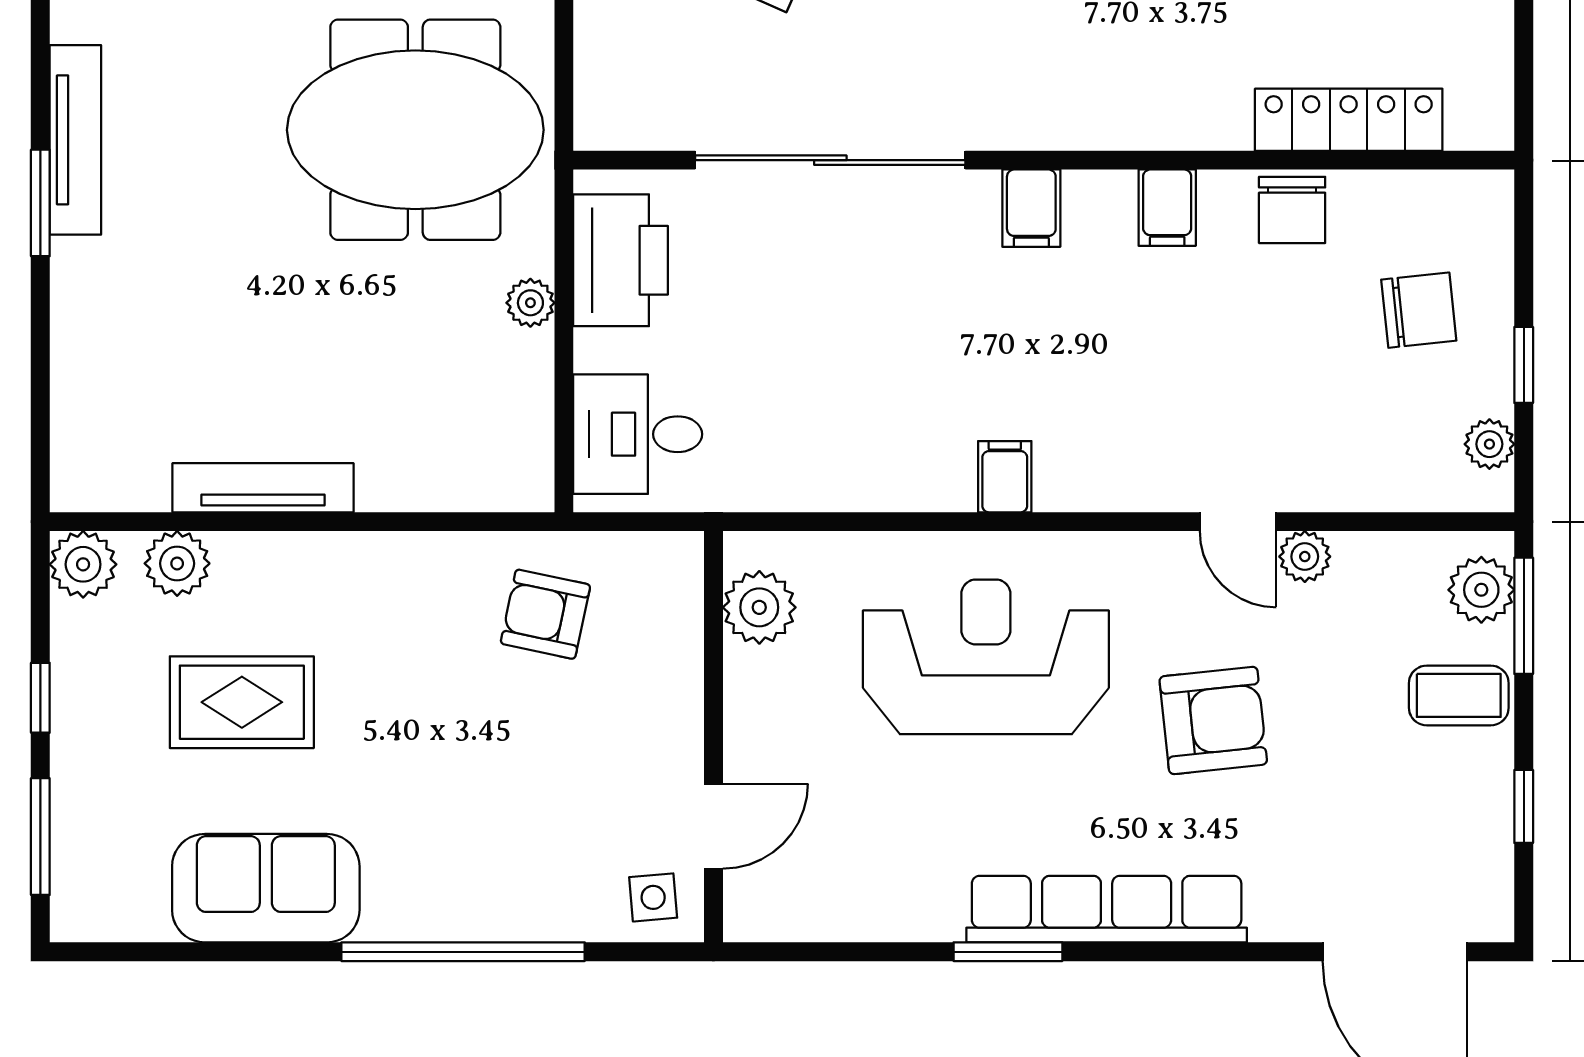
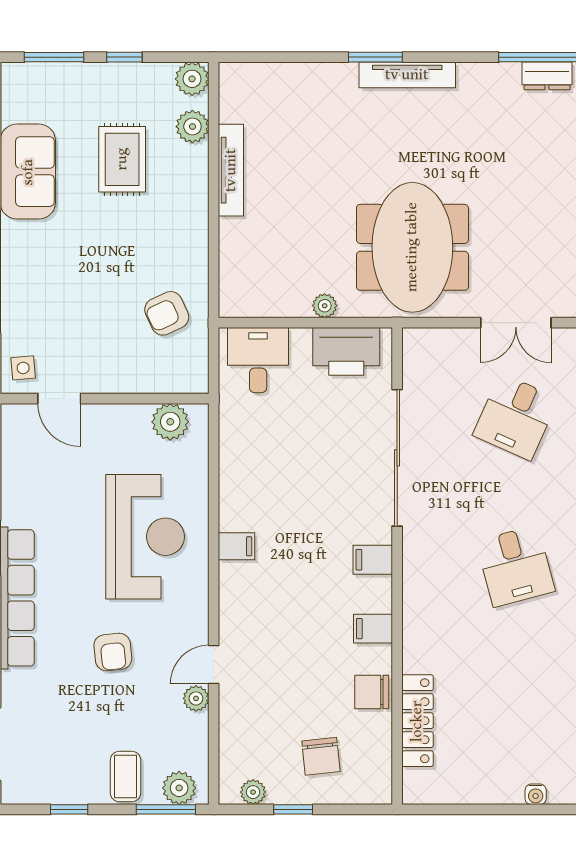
armchair: (545, 614) -> (167, 313), turned -127
armchair: (1213, 720) -> (113, 652), width x0.72, depth x0.72

